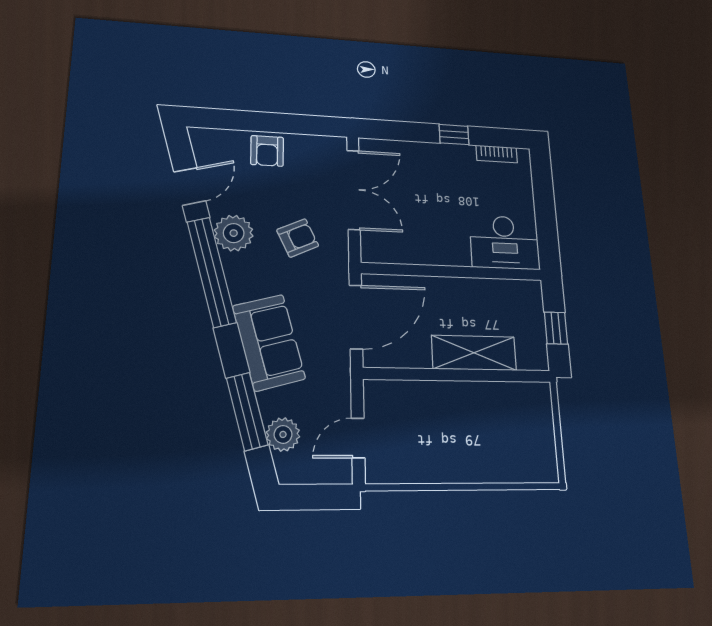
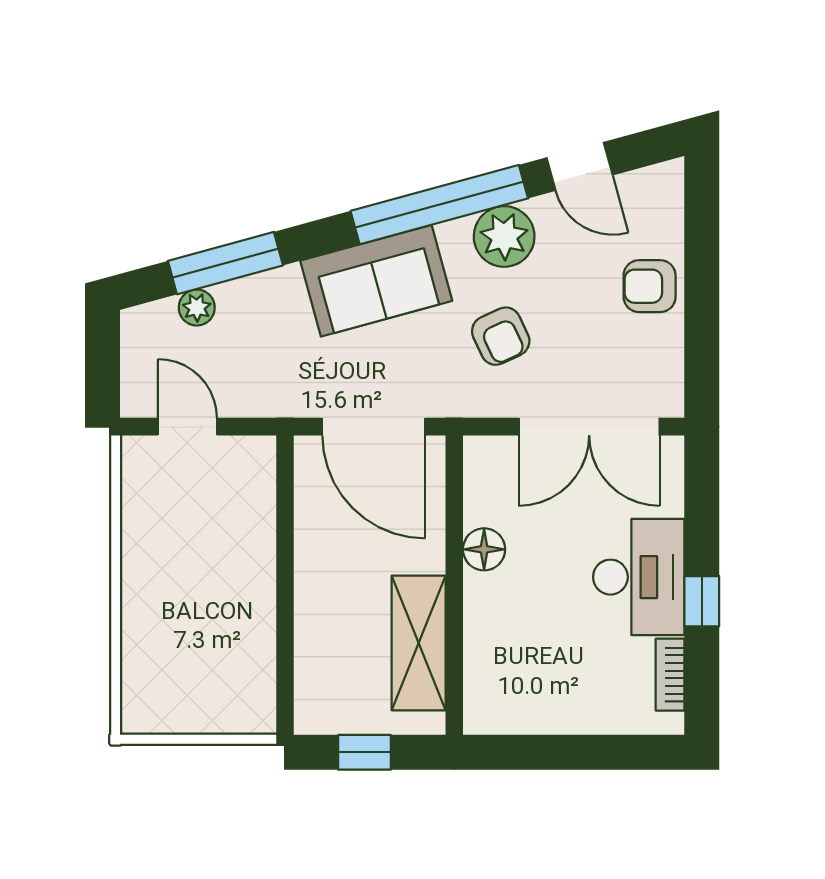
desk: (505, 242) -> (639, 577), moved, turned 180
floor lamp: (430, 253) -> (484, 549), added
sofa: (269, 342) -> (376, 281), moved
shelving: (474, 353) -> (419, 643), moved
plant: (283, 434) -> (197, 308), width x0.73, depth x0.73

